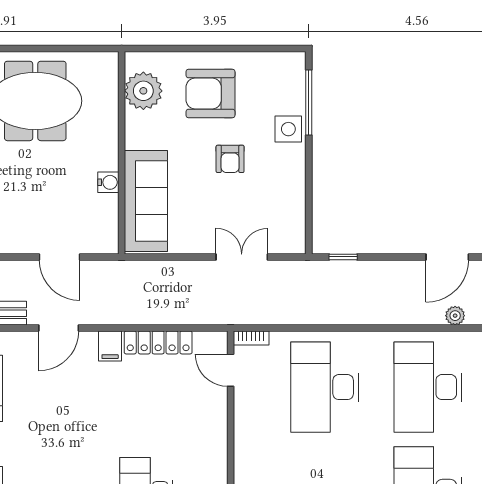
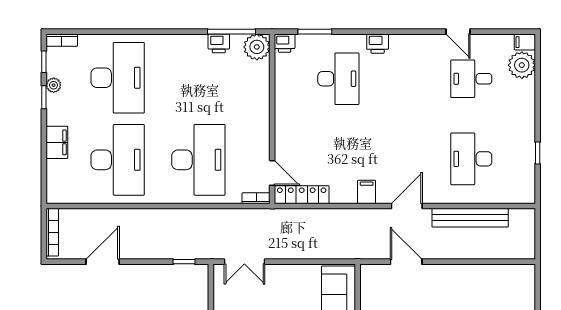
double door: (242, 257) -> (244, 262), moved
plant: (455, 316) -> (96, 216), removed
locker: (158, 342) -> (302, 195), moved

